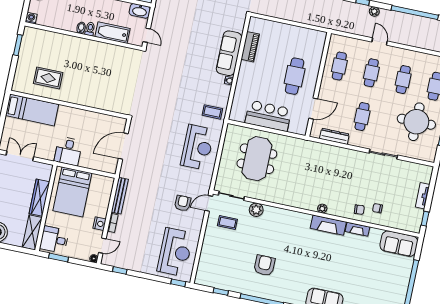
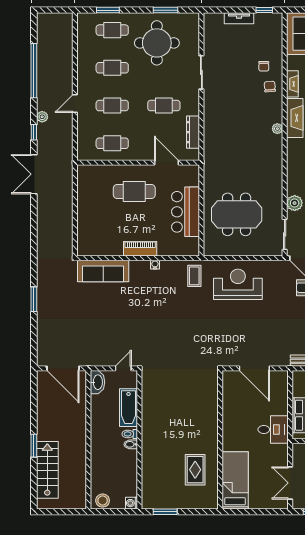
piano: (250, 47) -> (140, 249), moved
sofa: (229, 53) -> (103, 271), moved

